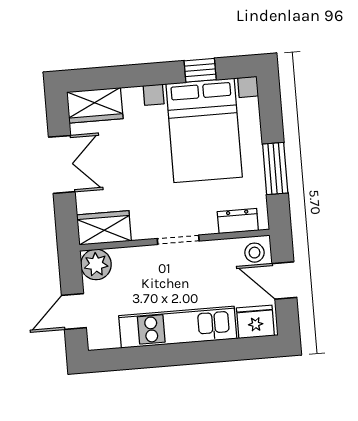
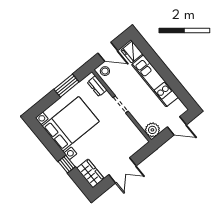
window: (200, 70) -> (67, 164), moved
double door: (62, 164) -> (122, 170), swing flipped
wardrobe: (104, 228) -> (136, 137), removed
door: (284, 280) -> (108, 52), hinge flipped

